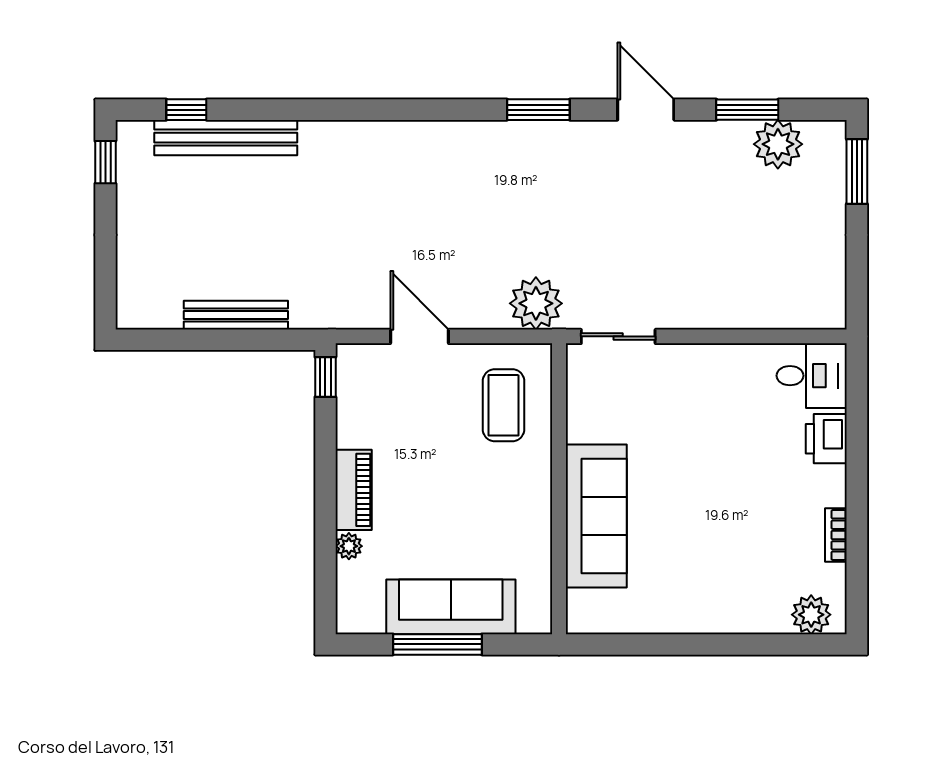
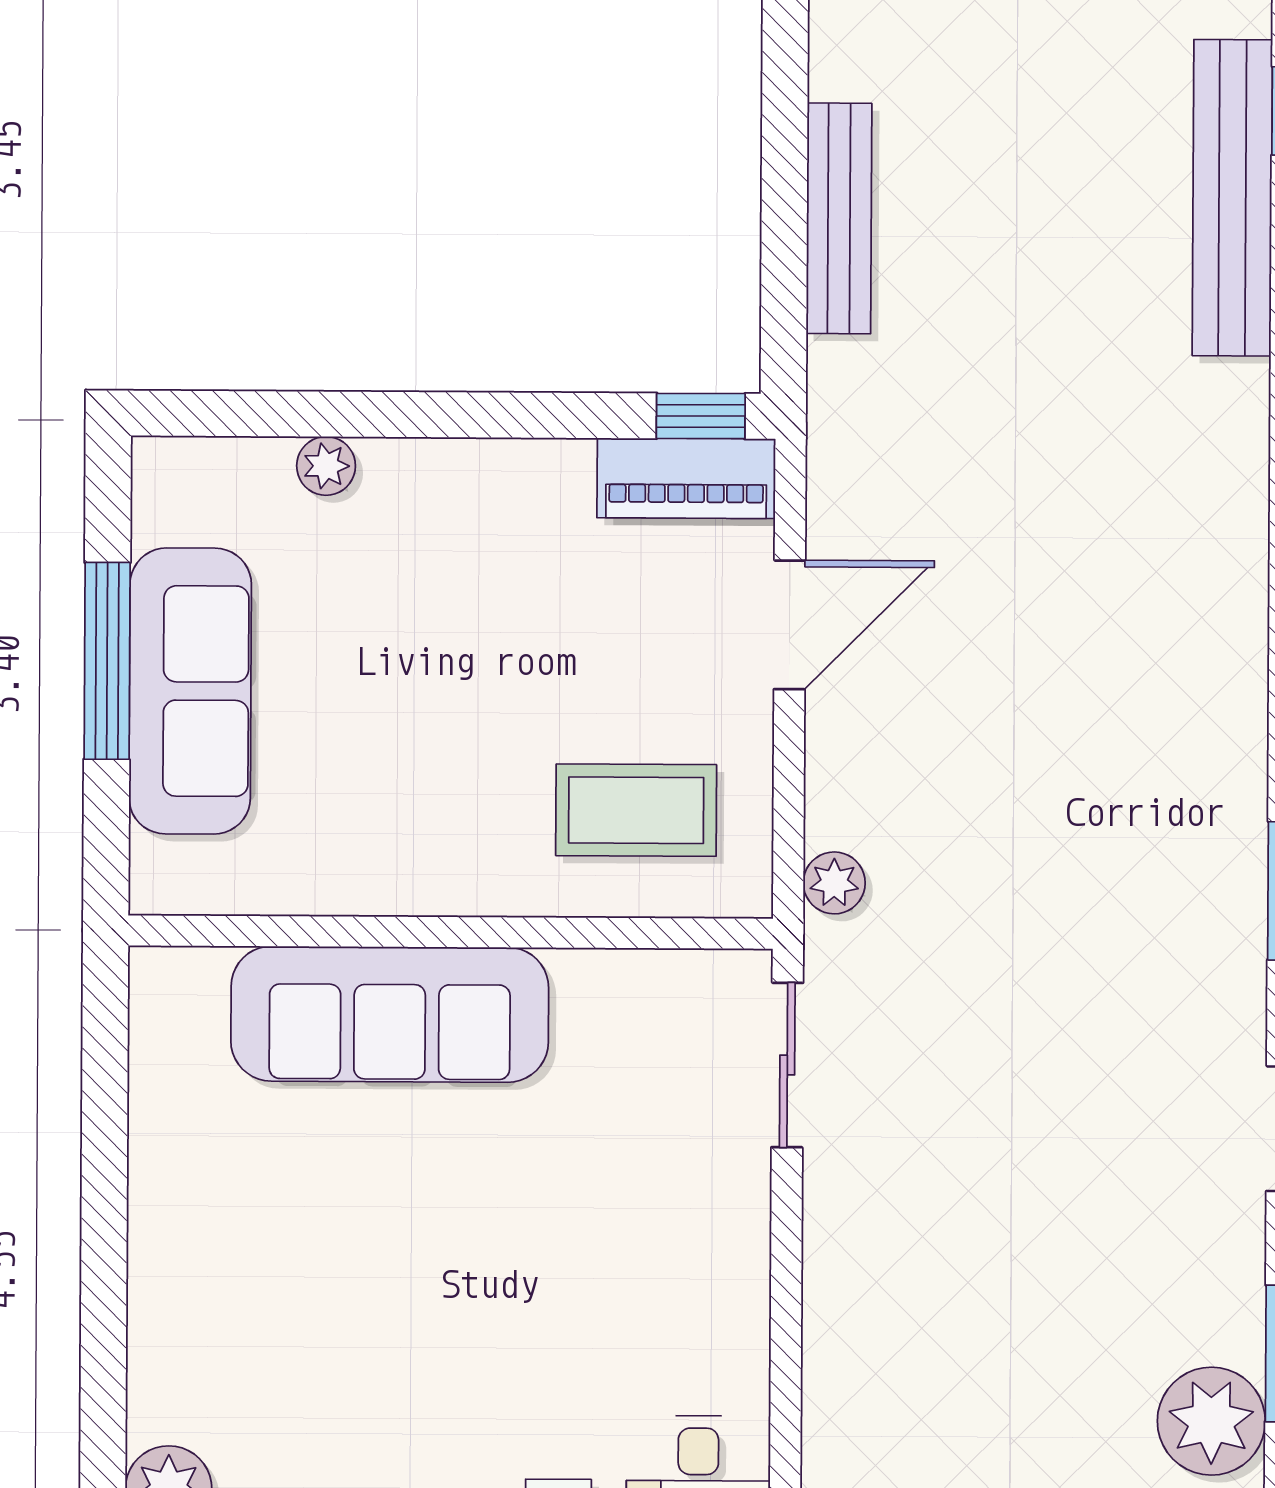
plant: (536, 303) -> (834, 883), width x0.53, depth x0.53
piano: (354, 490) -> (686, 478), moved

